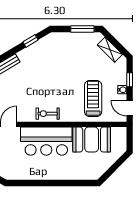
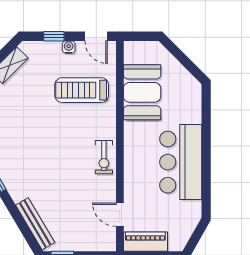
door: (130, 108) -> (96, 36), hinge flipped
bar counter: (46, 141) -> (181, 162), moved, turned 180

